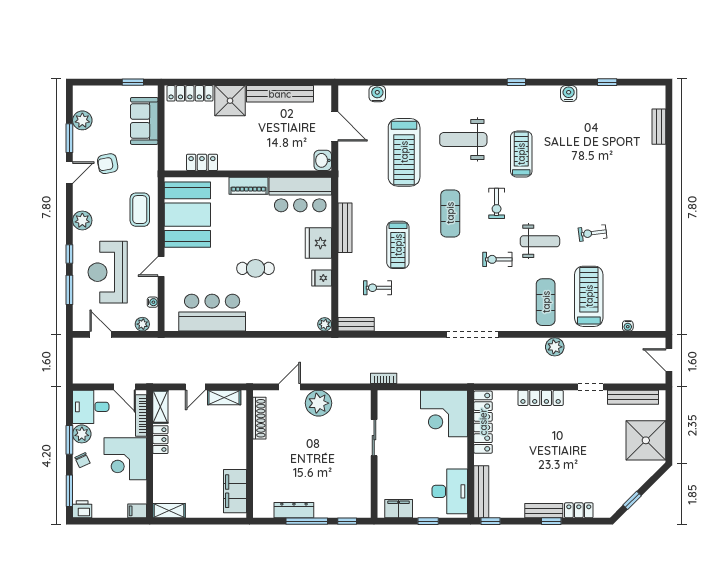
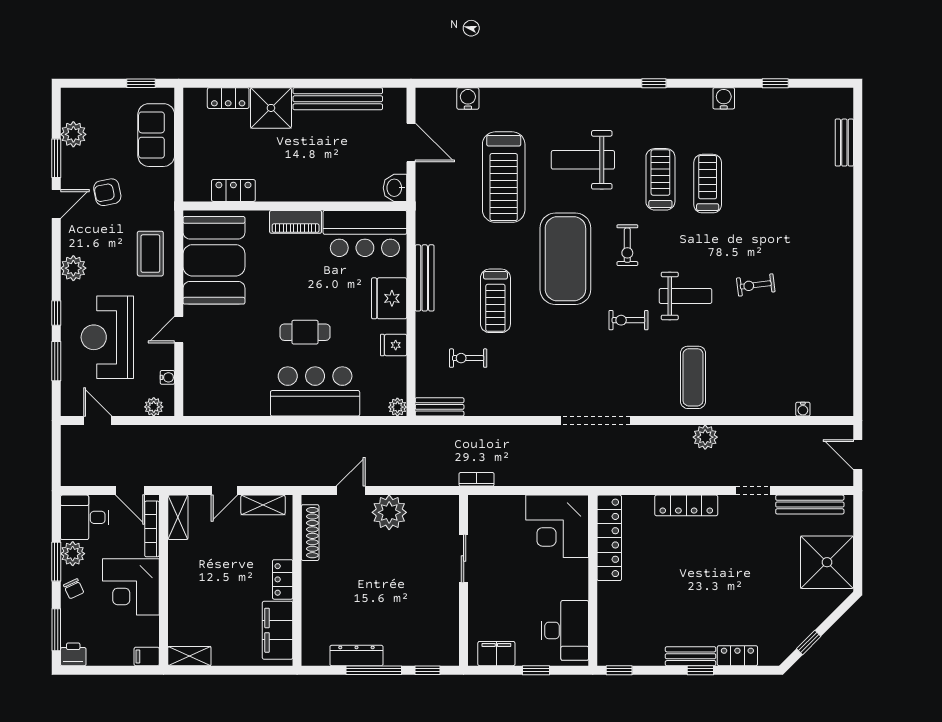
locker: (190, 93) -> (228, 98), width x0.66
exercise mat: (450, 213) -> (565, 259), width x2.00, depth x1.45
treadmill: (589, 296) -> (708, 184), moved, width x0.73, depth x0.73
bar counter: (212, 313) -> (315, 391), moved
locker: (160, 440) -> (283, 579), moved, turned 180
bench: (481, 492) -> (607, 631), removed

